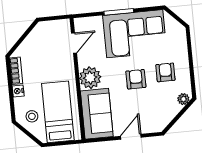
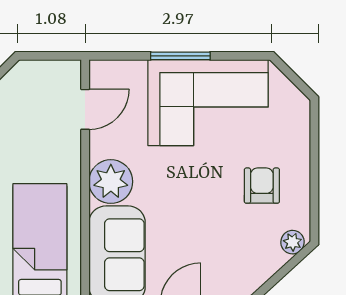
armchair: (136, 79) -> (202, 193), removed

